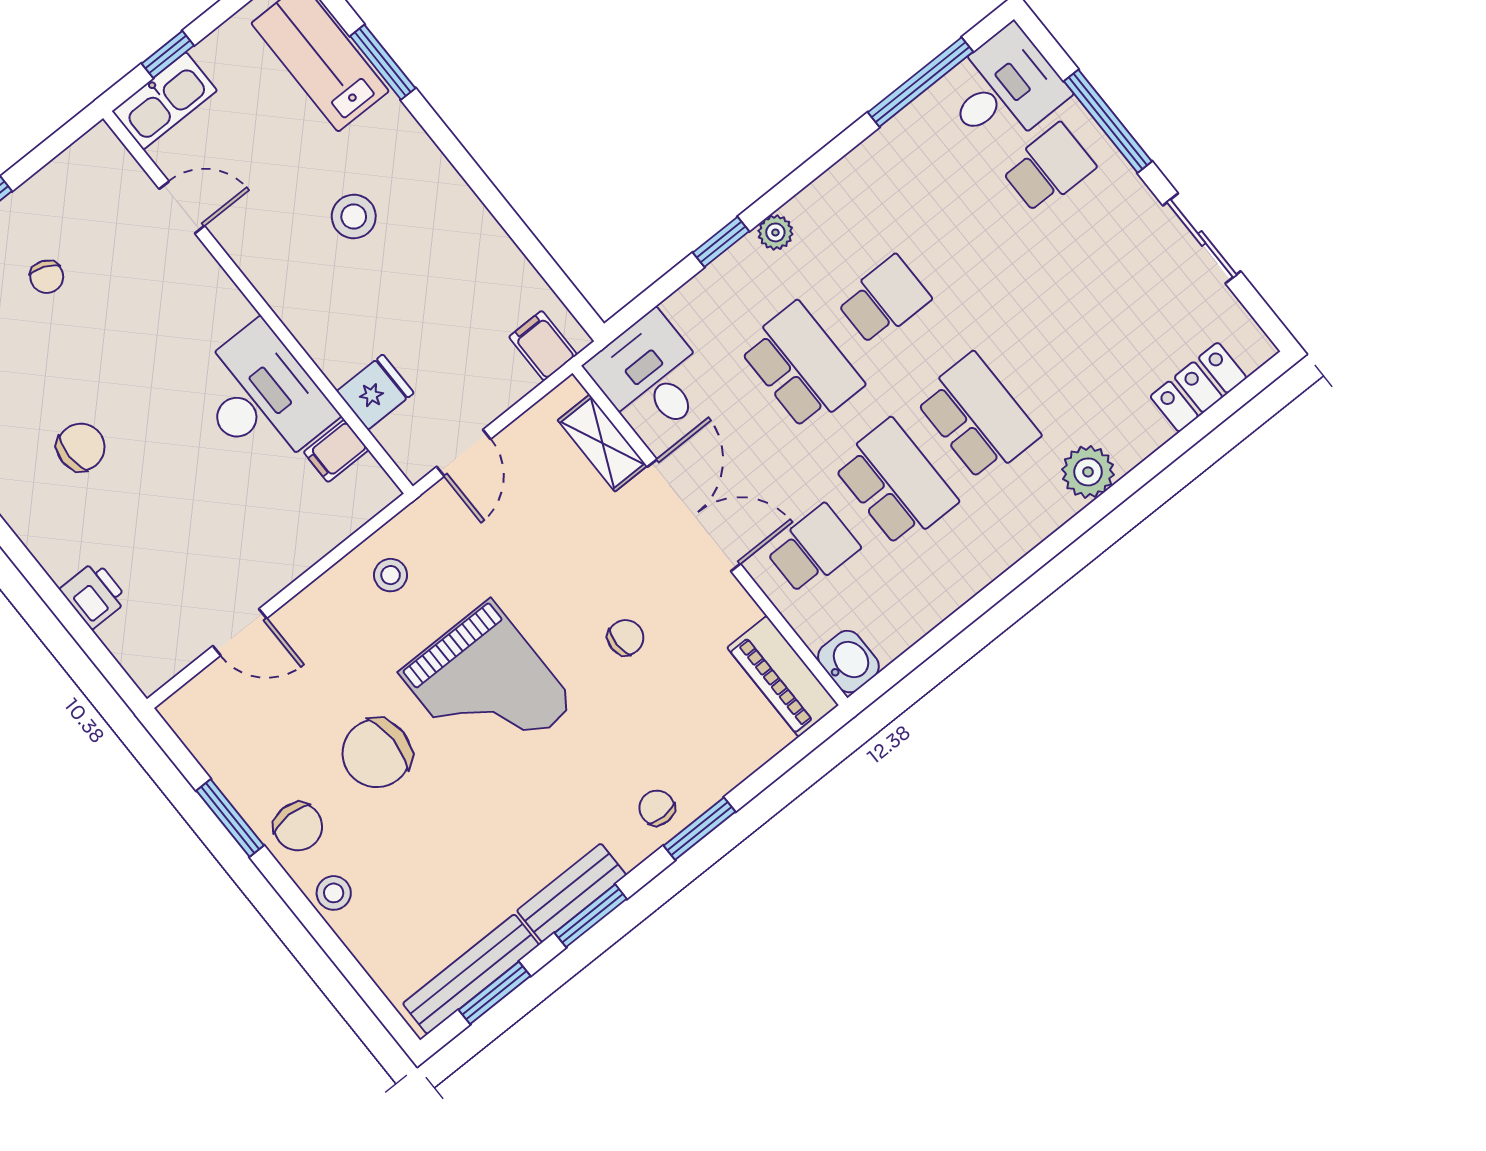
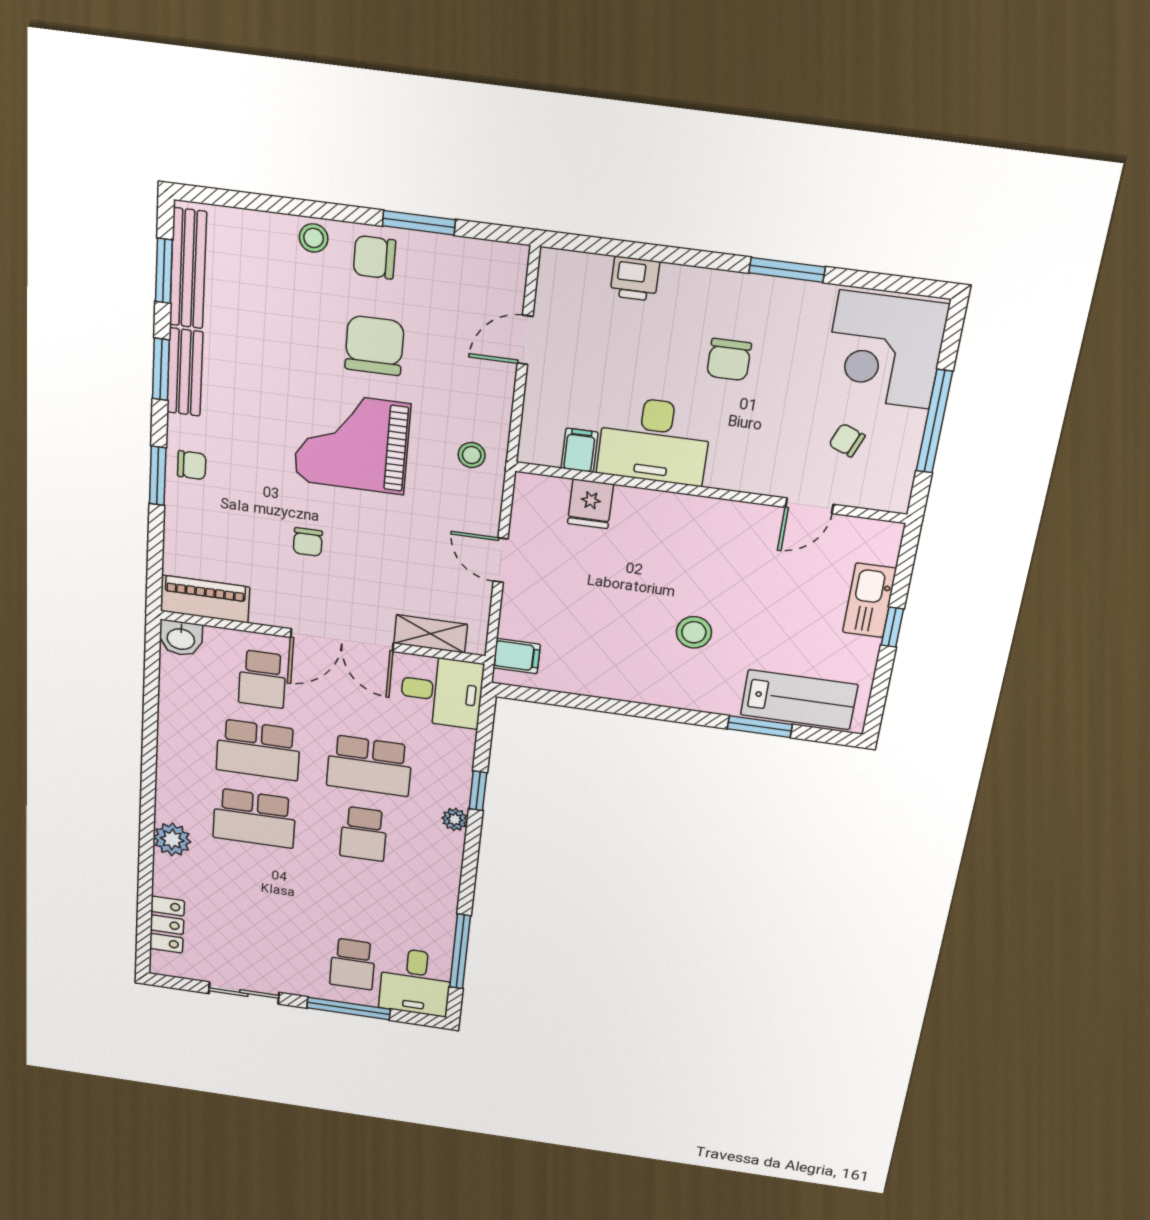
door: (182, 207) -> (809, 506), moved
wall: (258, 302) -> (710, 493), moved
fridge: (375, 392) -> (590, 504), moved
desk: (262, 397) -> (654, 441), moved
filing cabinet: (336, 451) -> (580, 450), moved

